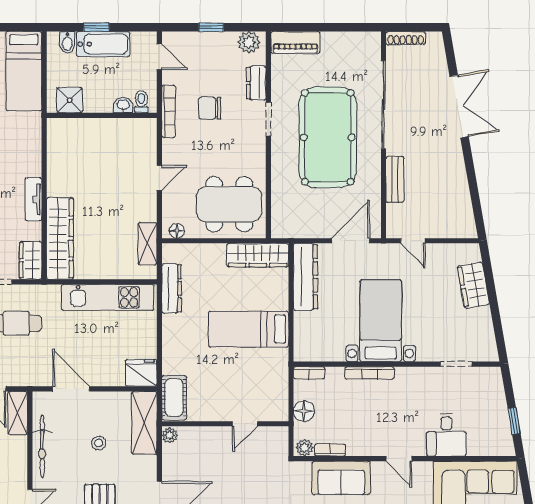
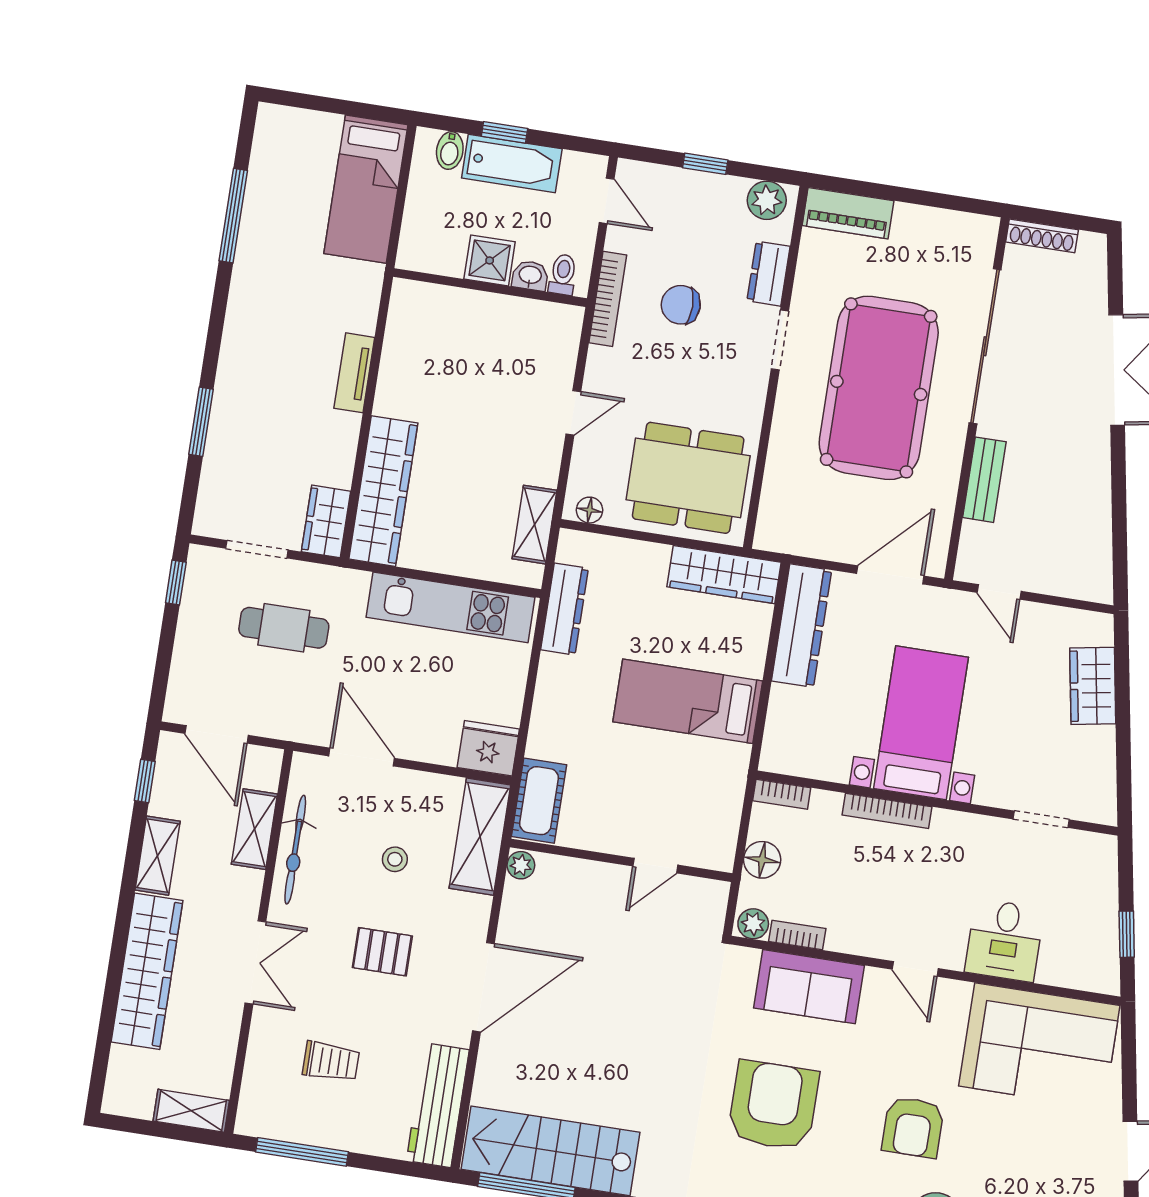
shower: (70, 100) -> (490, 260), moved
tv unit: (33, 199) -> (354, 373), moved
shelving: (18, 413) -> (254, 829), moved

